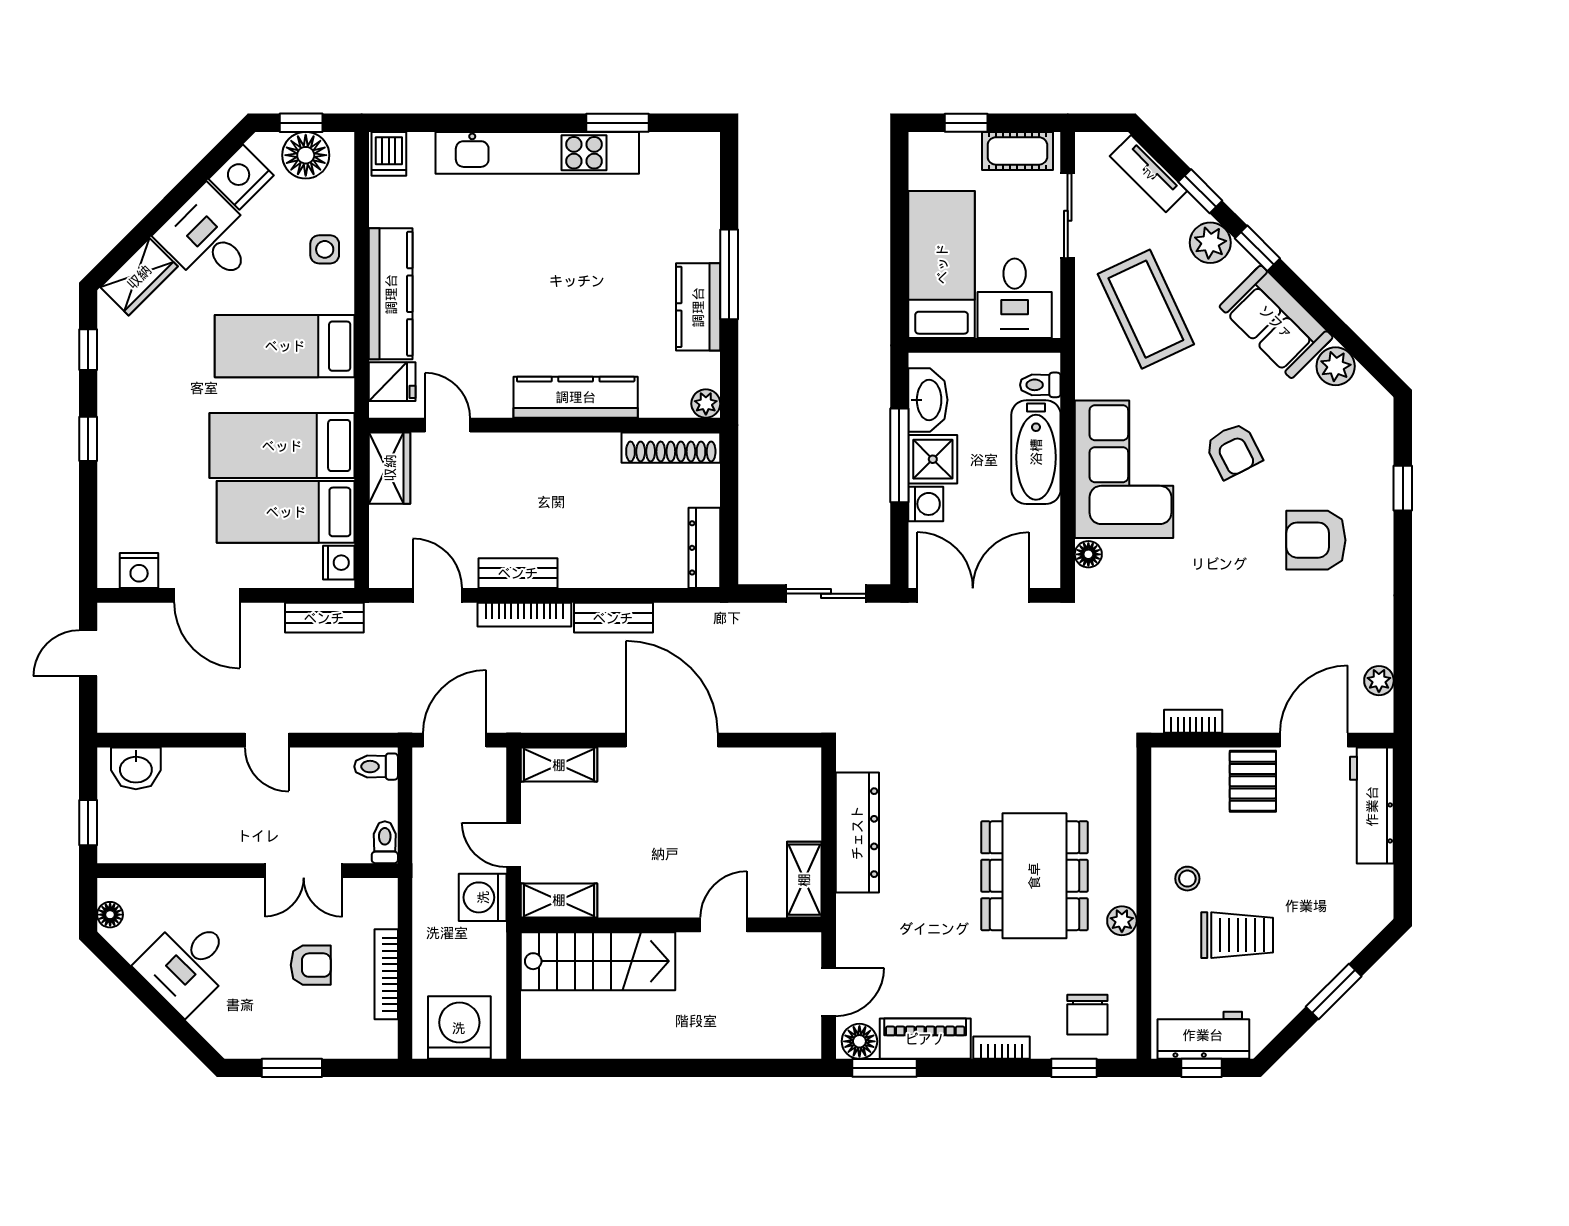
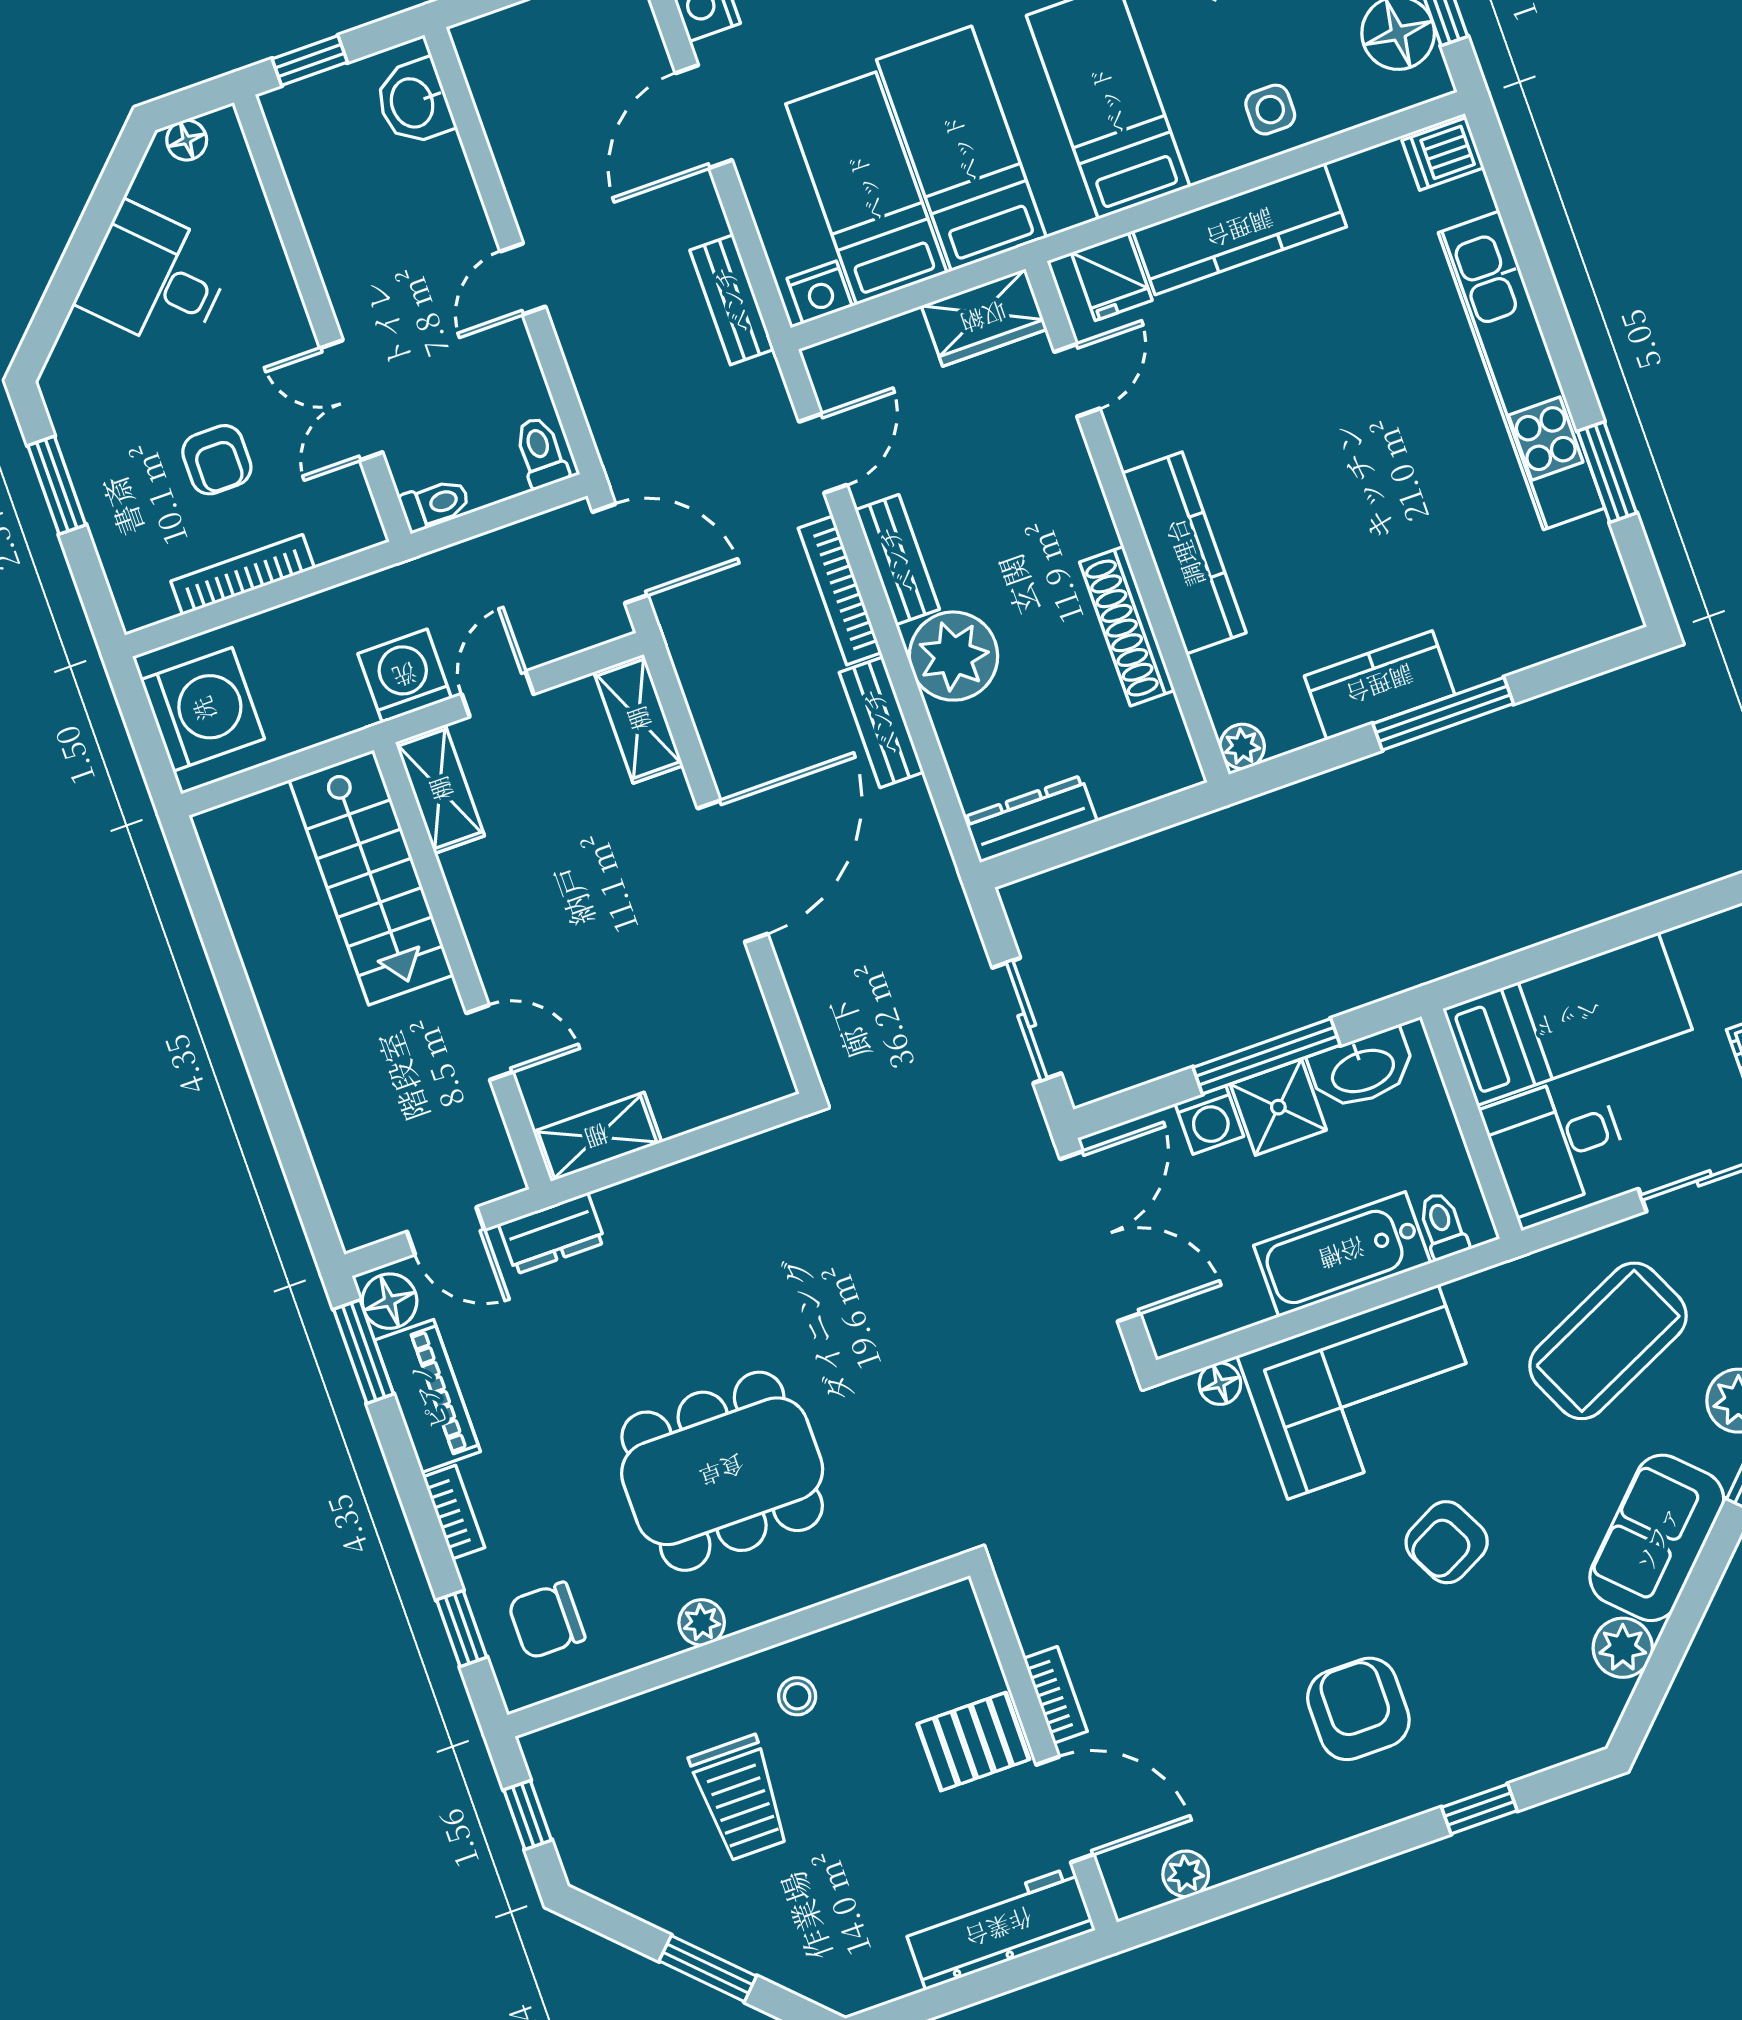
shoe rack: (671, 448) -> (1127, 626), moved
plant: (589, 560) -> (953, 656), added
bookcase: (1193, 721) -> (1055, 1695), moved
dresser: (857, 833) -> (552, 1233), moved, width x0.51, depth x0.80
workbench: (1203, 1035) -> (576, 1801), removed

